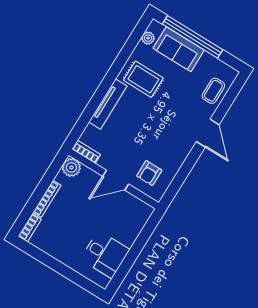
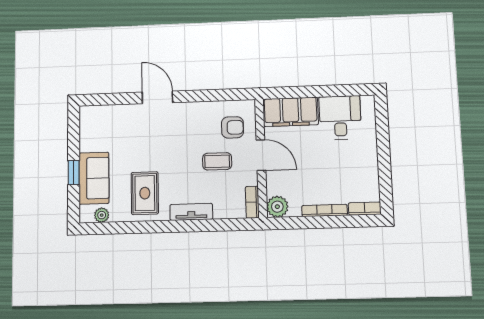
window: (193, 37) -> (74, 173), width x0.32
coffee table: (213, 91) -> (217, 161), moved
tv unit: (108, 104) -> (191, 212), width x0.71
door: (208, 133) -> (157, 97), hinge flipped
filing cabinet: (133, 222) -> (291, 112), added

